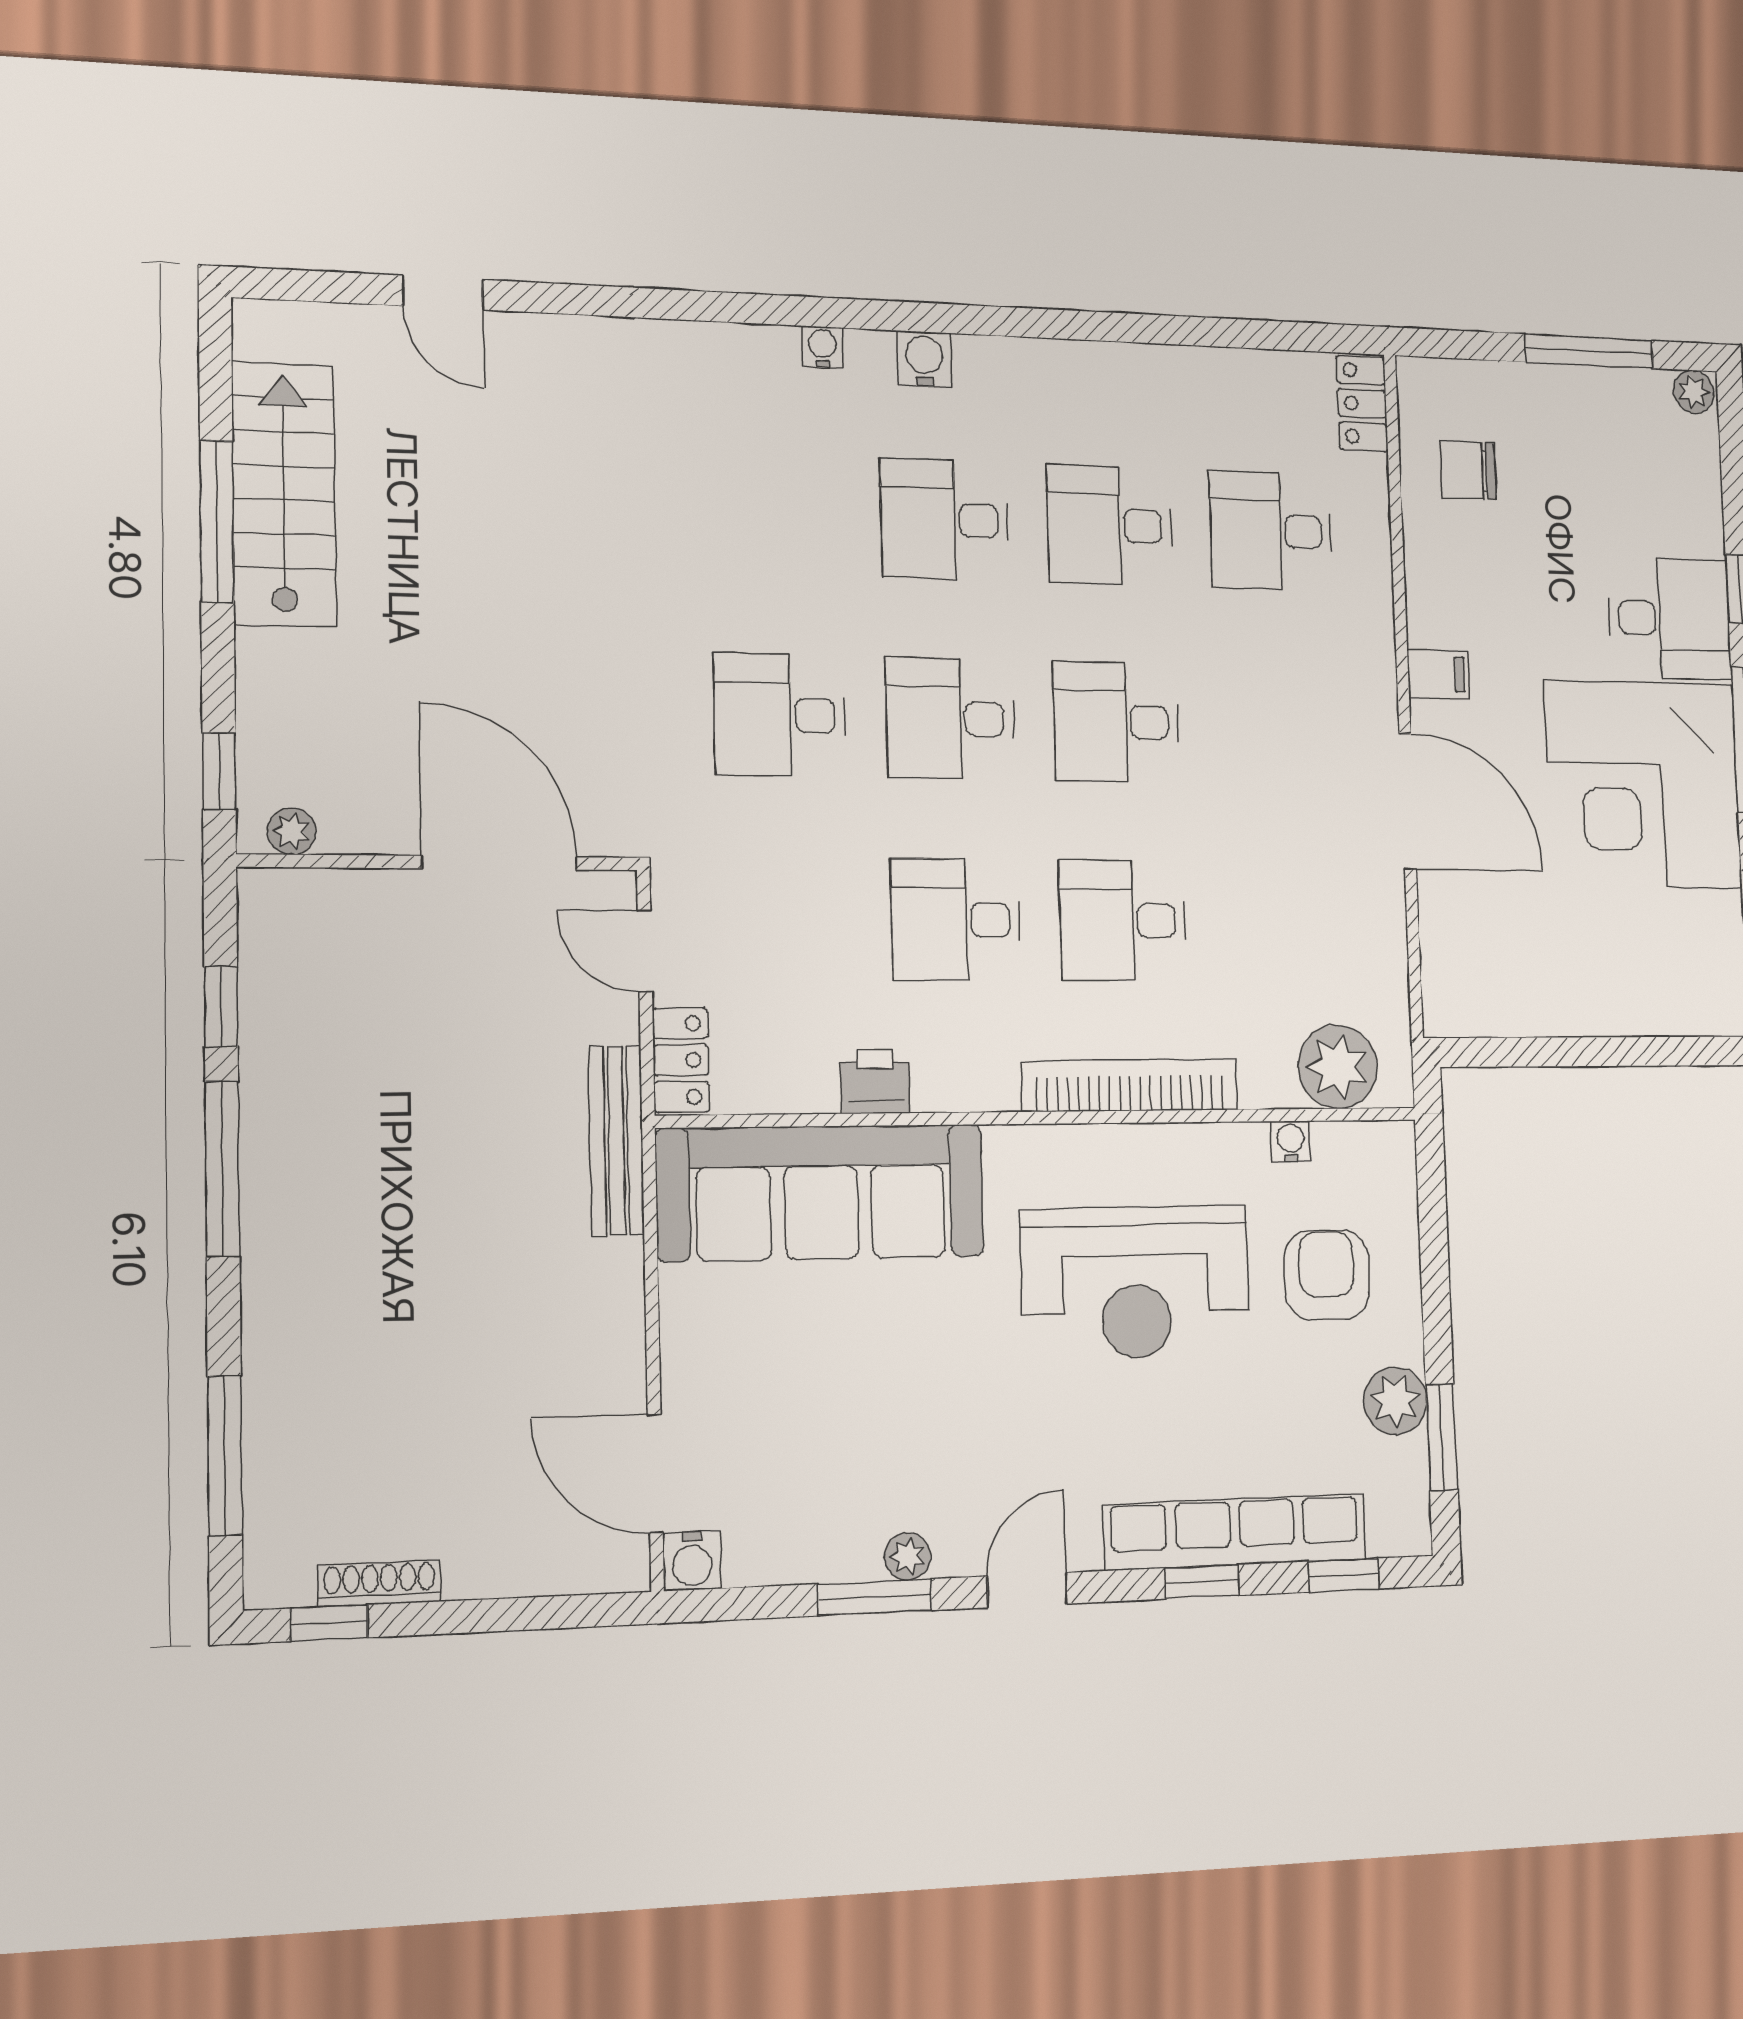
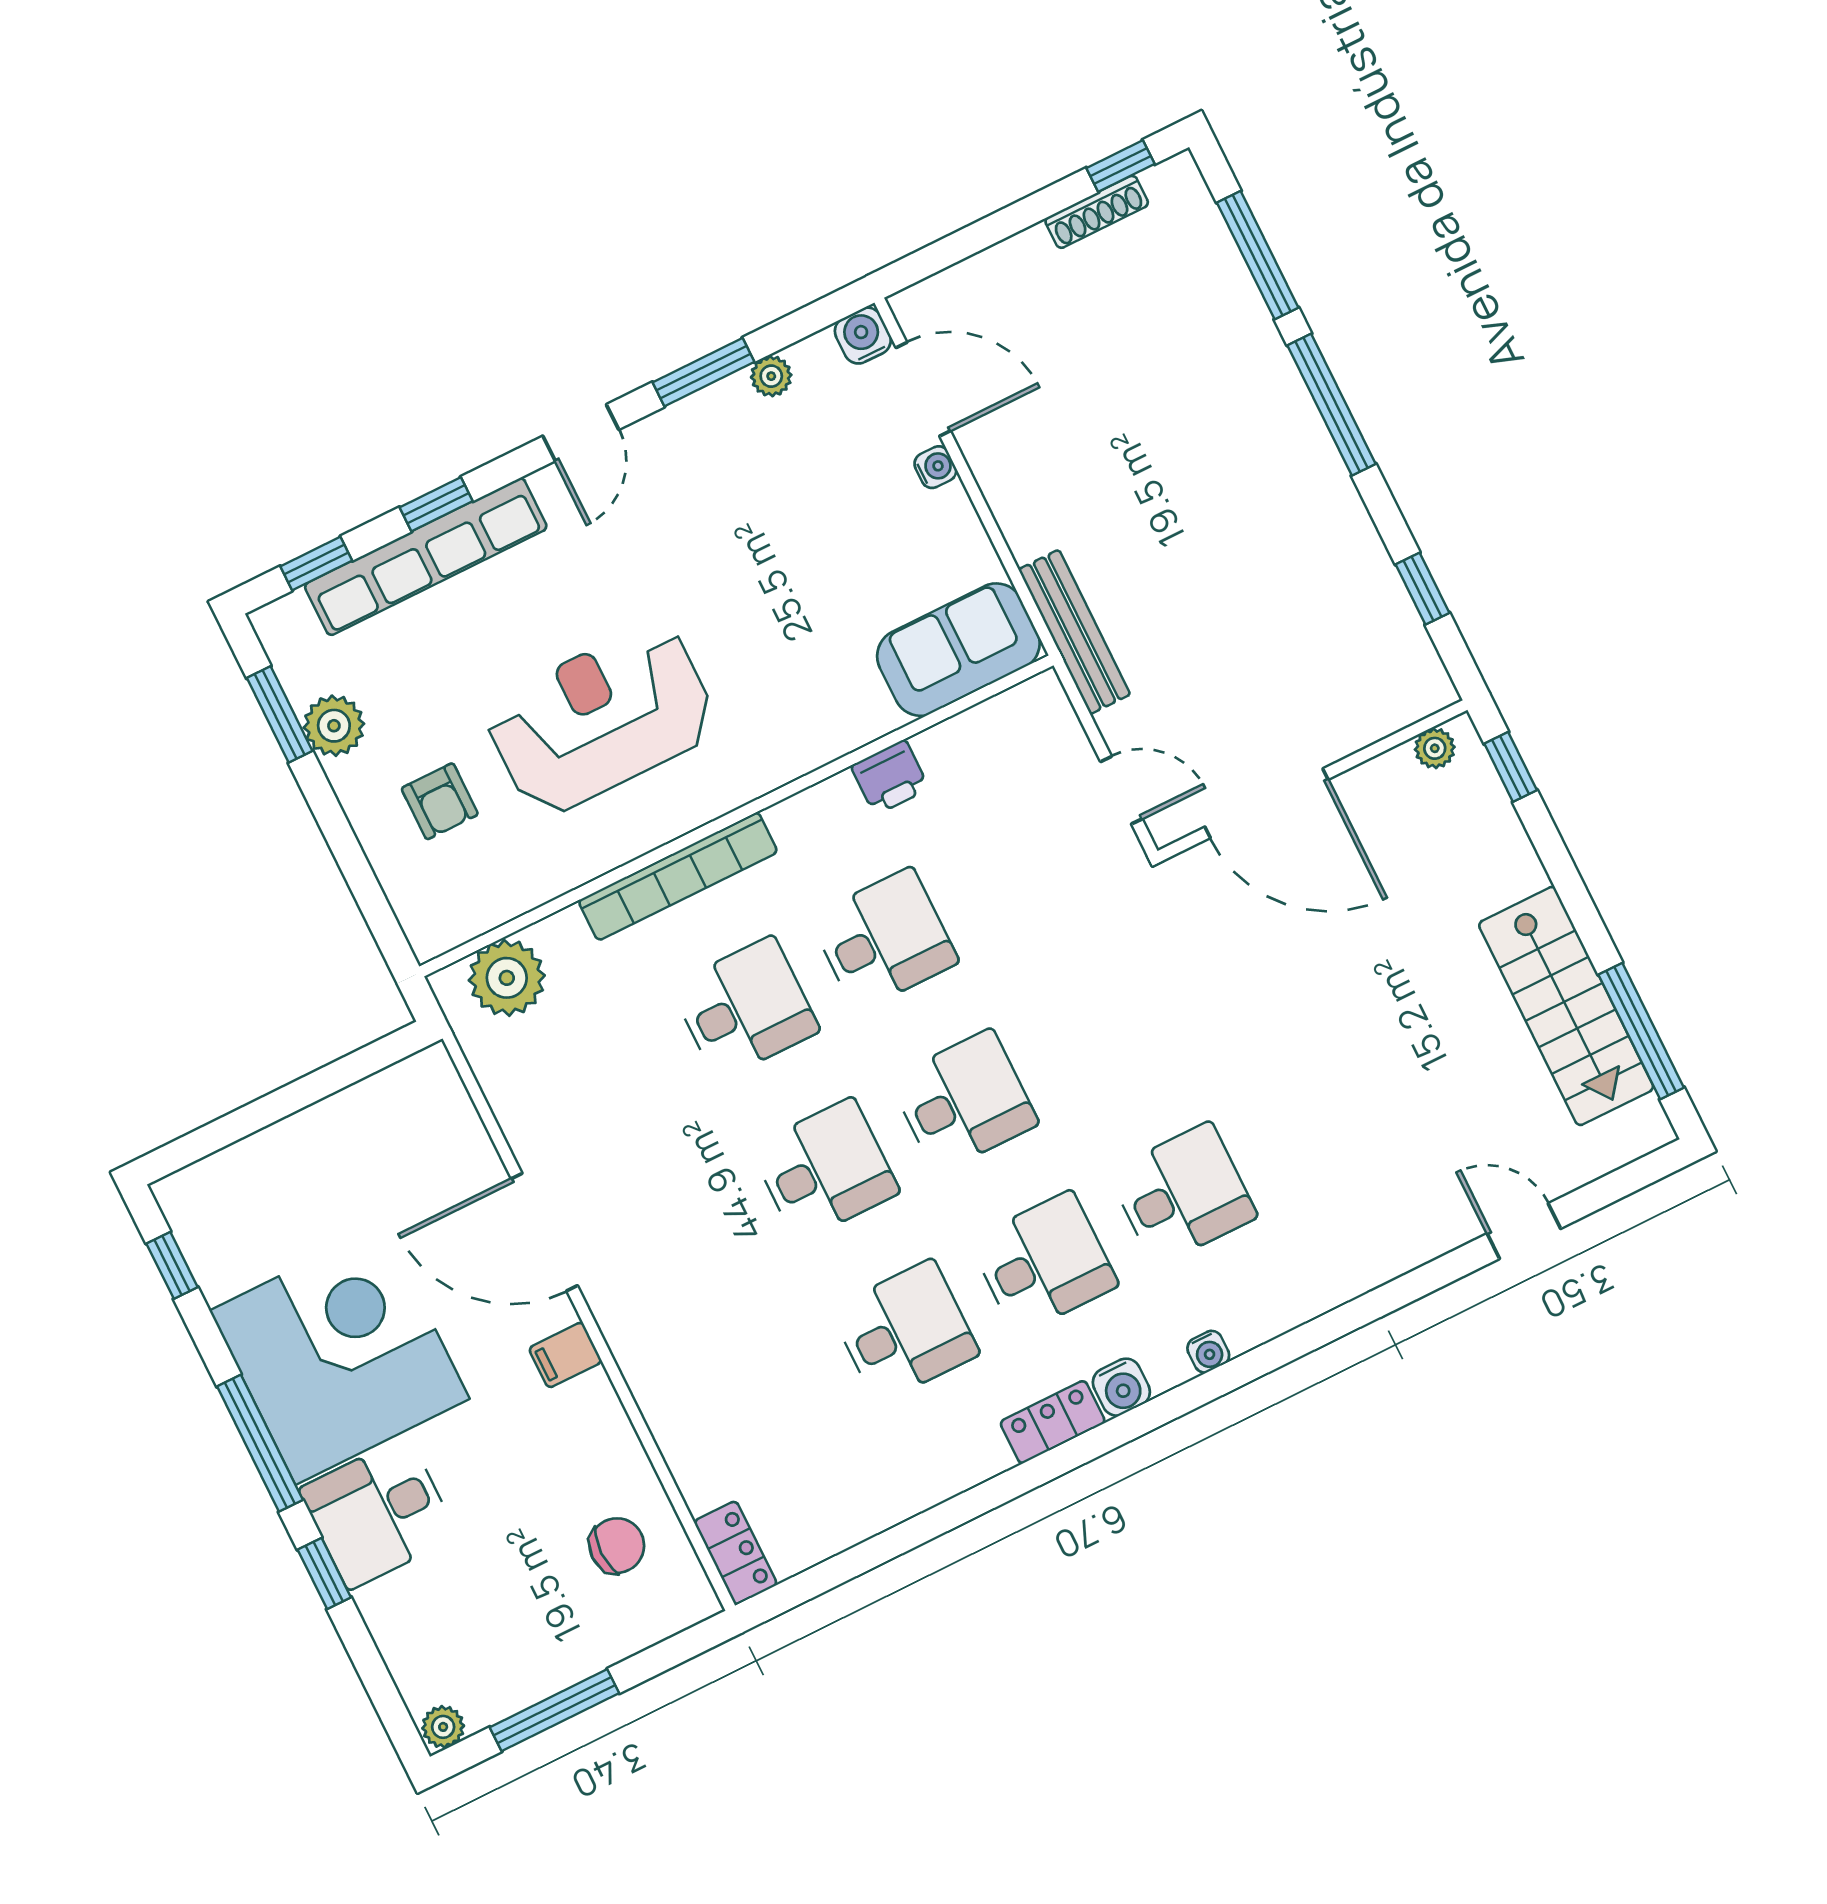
window: (217, 521) -> (1641, 1031), moved
desk: (1271, 531) -> (766, 1400), removed
desk: (780, 715) -> (1183, 1194), moved
locker: (681, 1060) -> (1053, 1422), moved, turned 90
water cooler: (1291, 1141) -> (935, 467), moved, turned -90
window: (222, 1169) -> (1332, 405), moved
sofa: (821, 1193) -> (958, 650), width x0.54, depth x0.79
armchair: (1327, 1275) -> (440, 801), width x0.72, depth x0.72
plant: (908, 1556) -> (771, 376), moved

